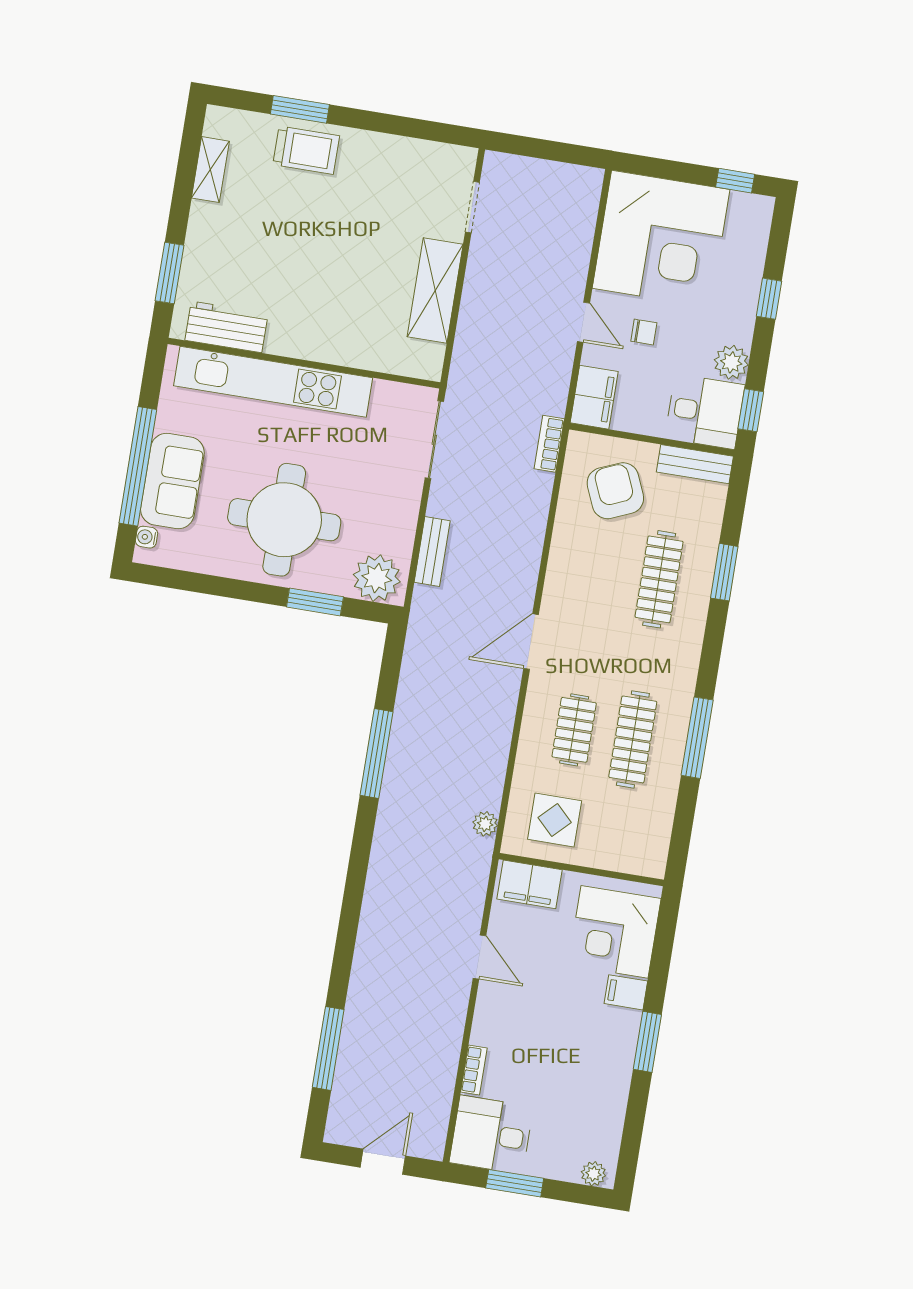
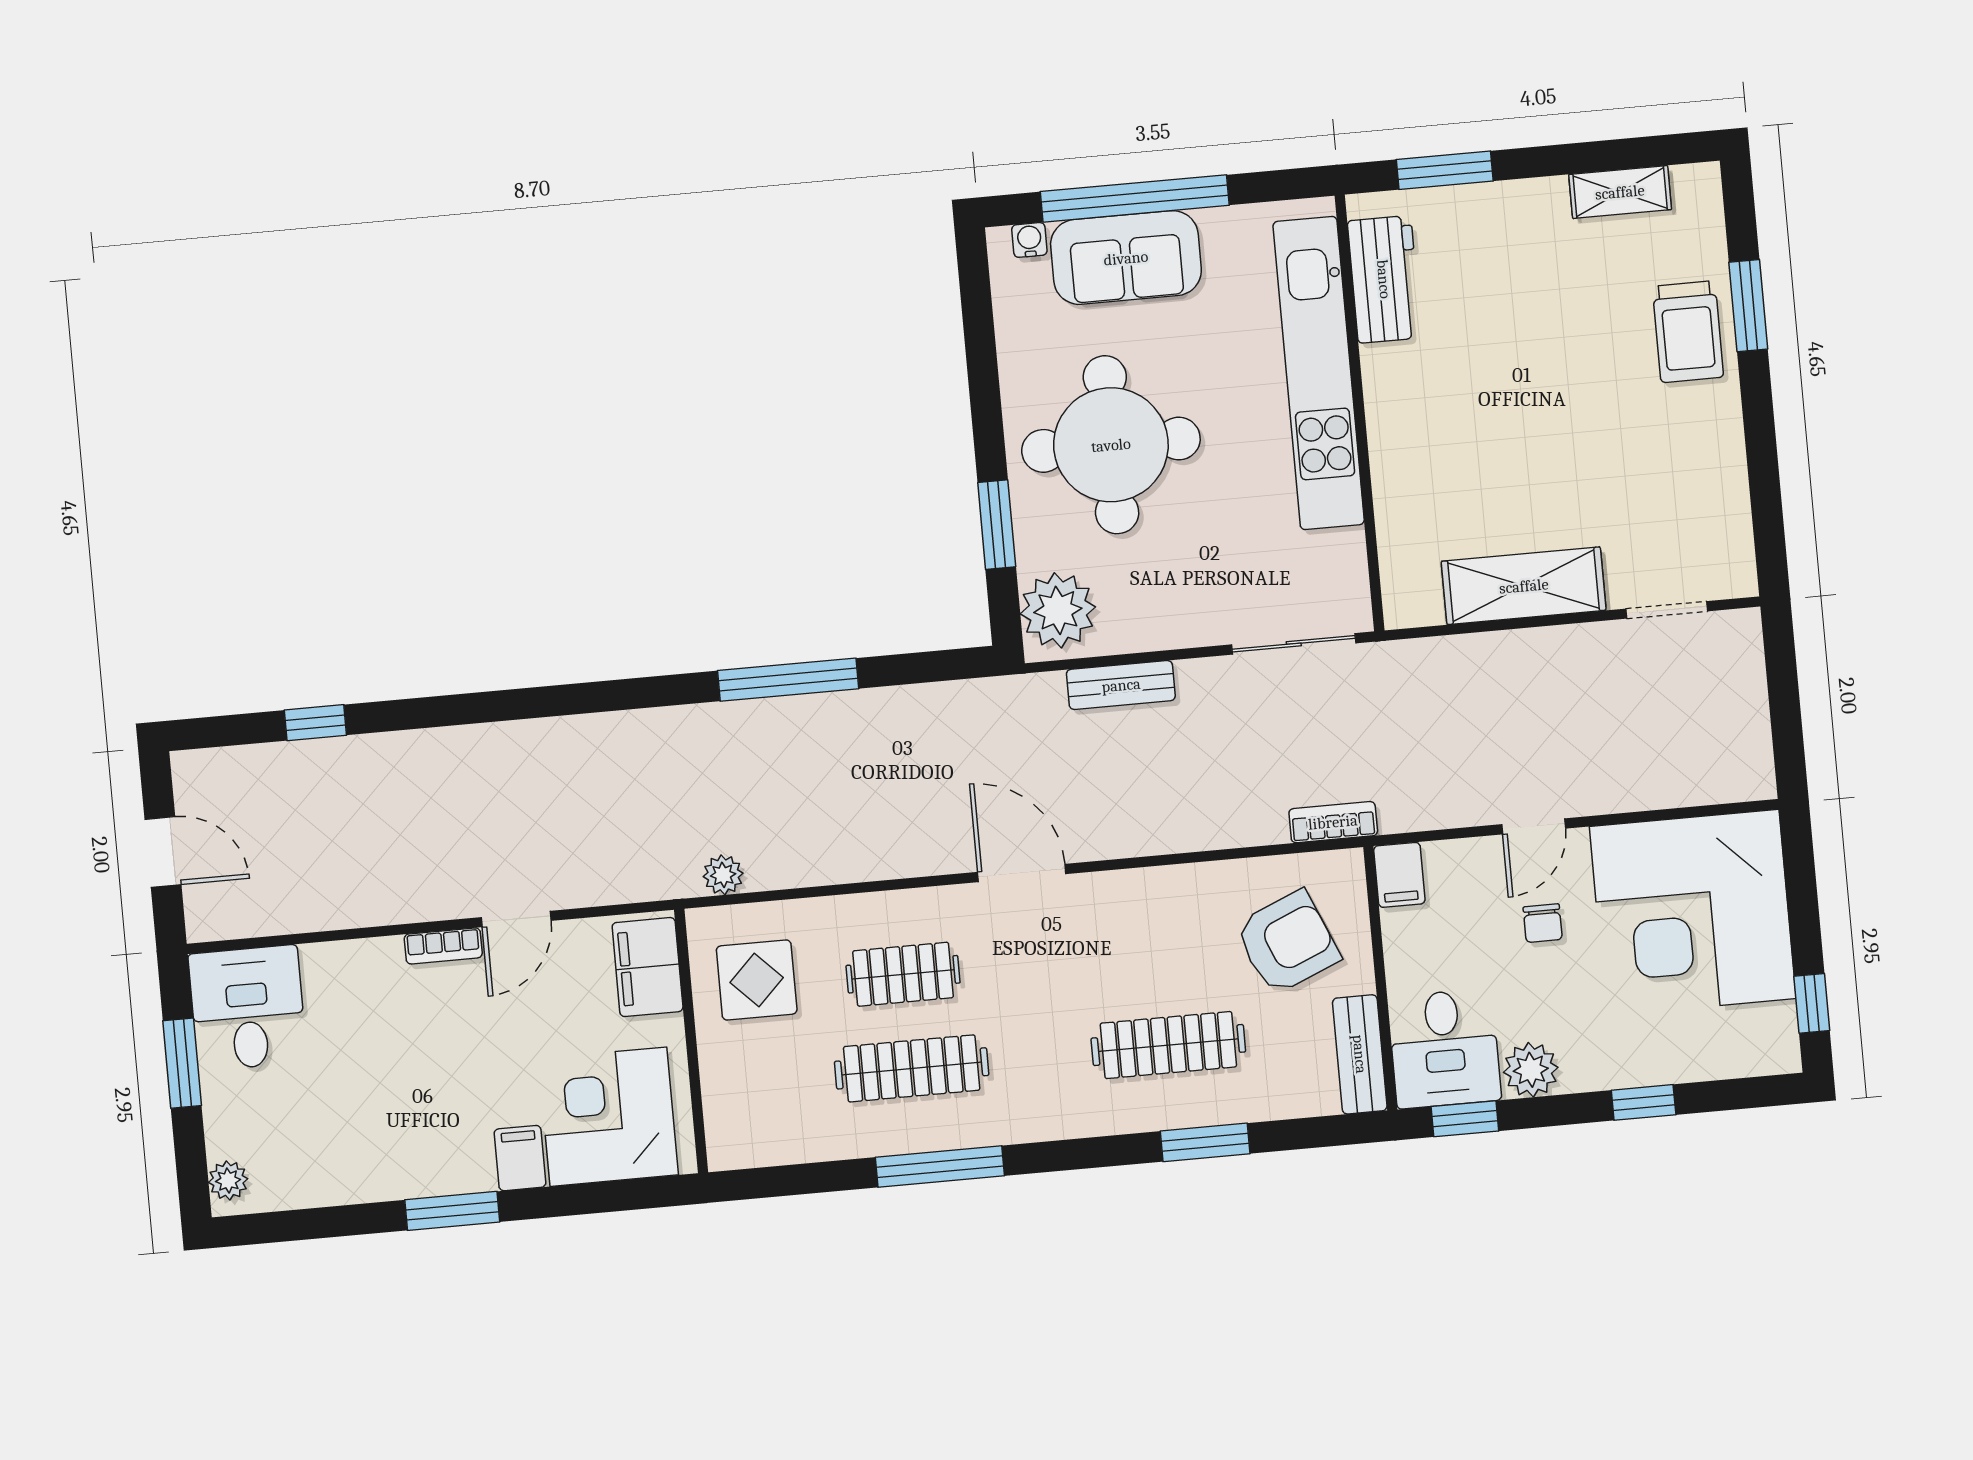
filing cabinet: (594, 397) -> (1399, 875), width x0.50
window: (328, 1048) -> (315, 723), width x0.46
bookcase: (474, 1070) -> (443, 946), moved

